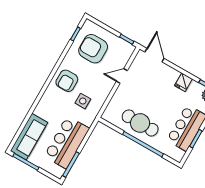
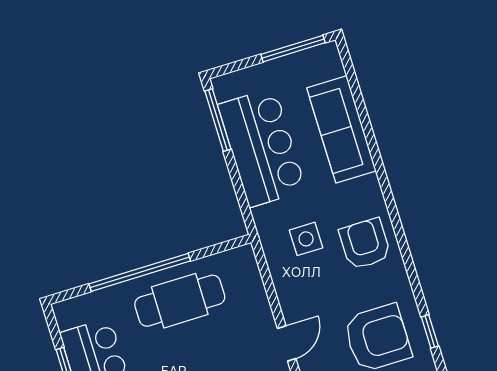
sofa: (29, 137) -> (341, 129), moved

